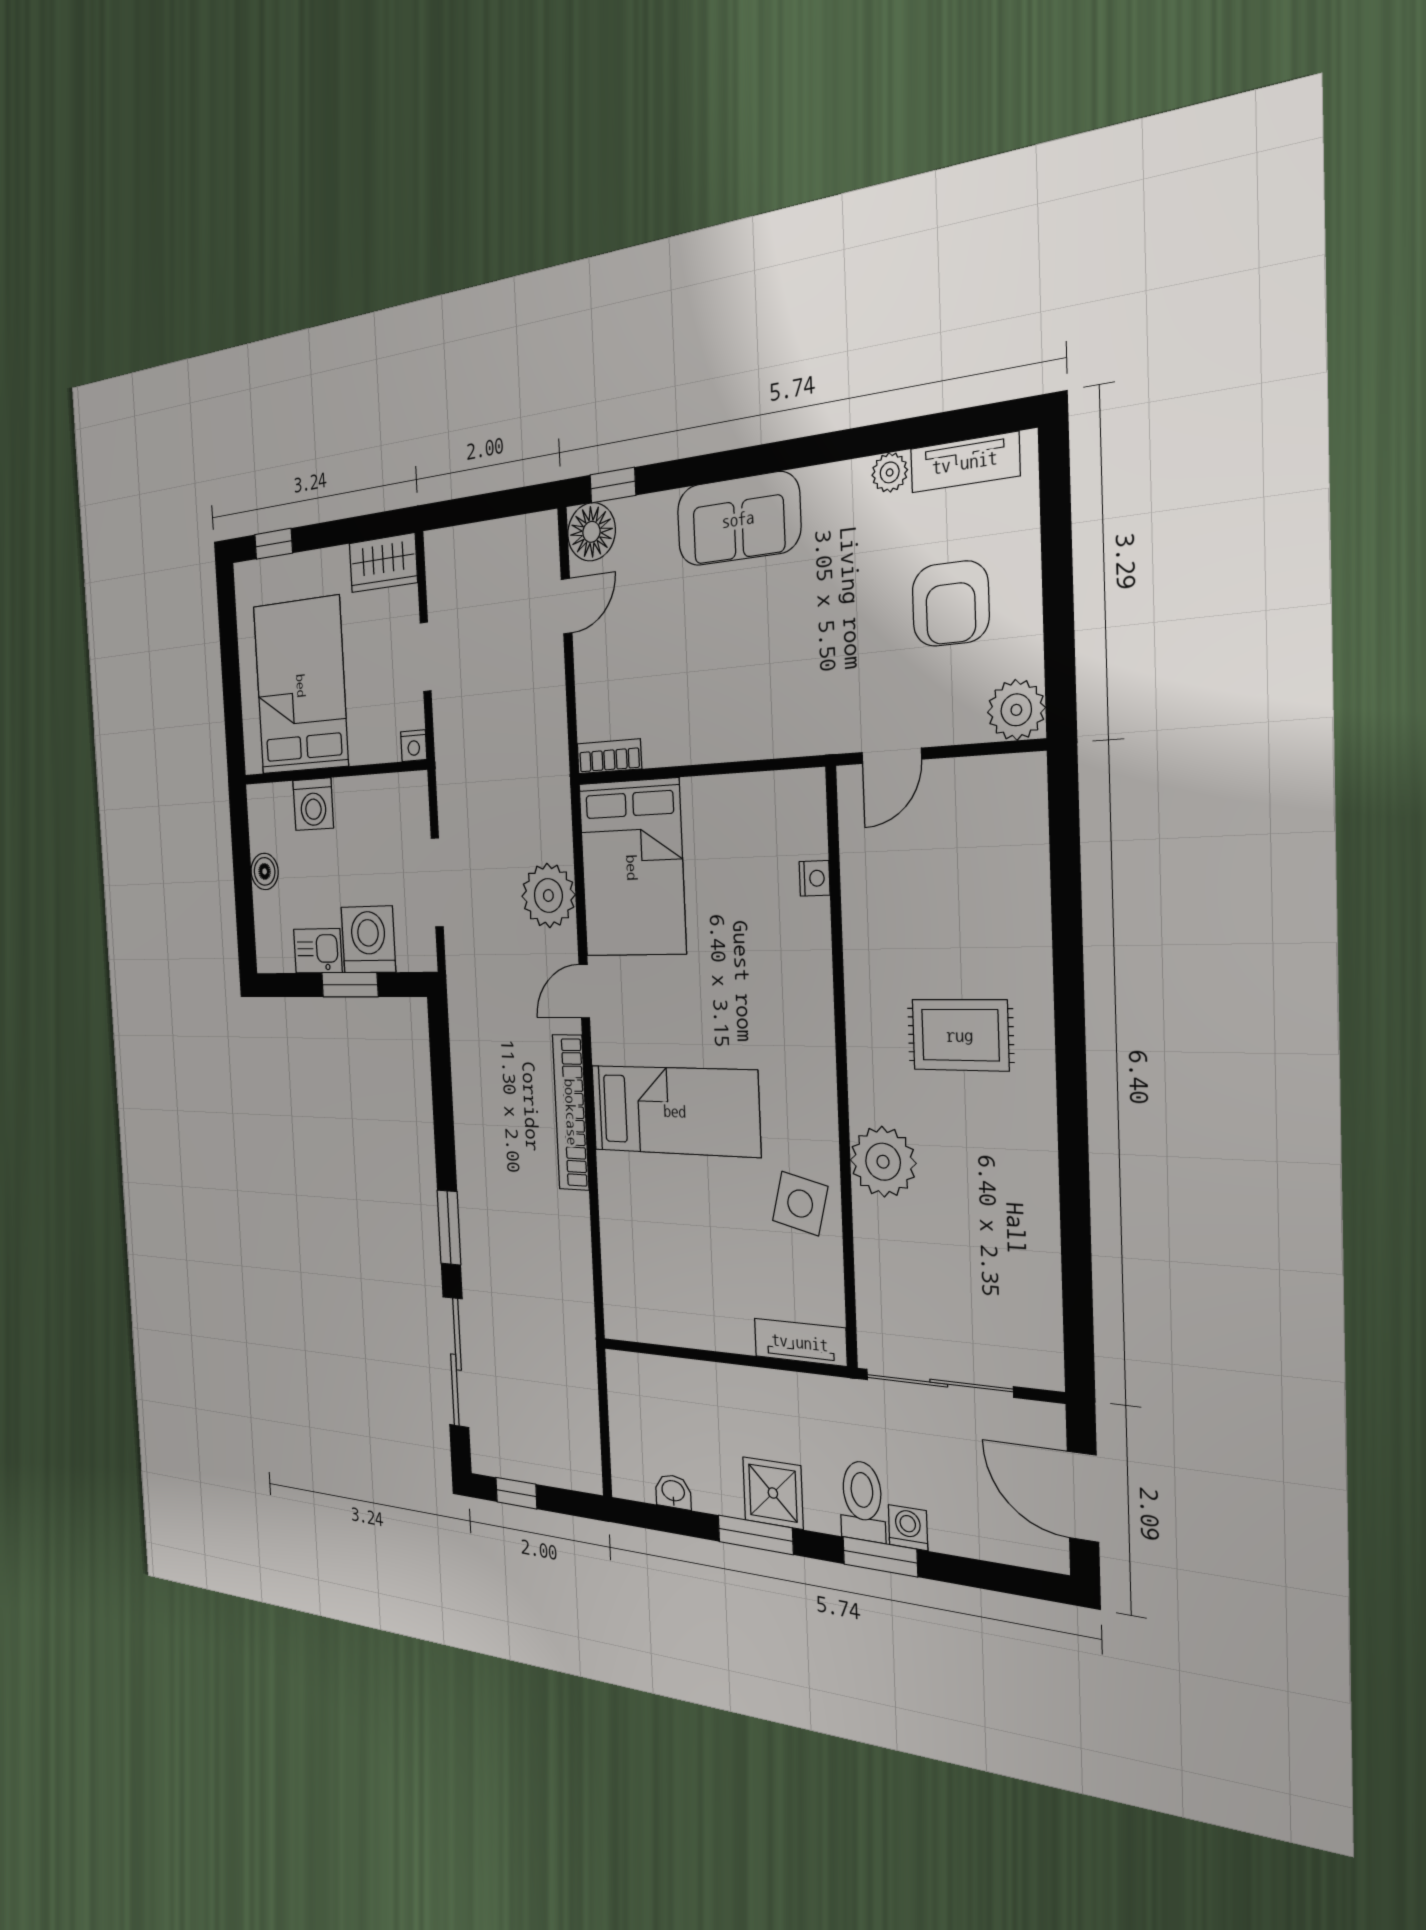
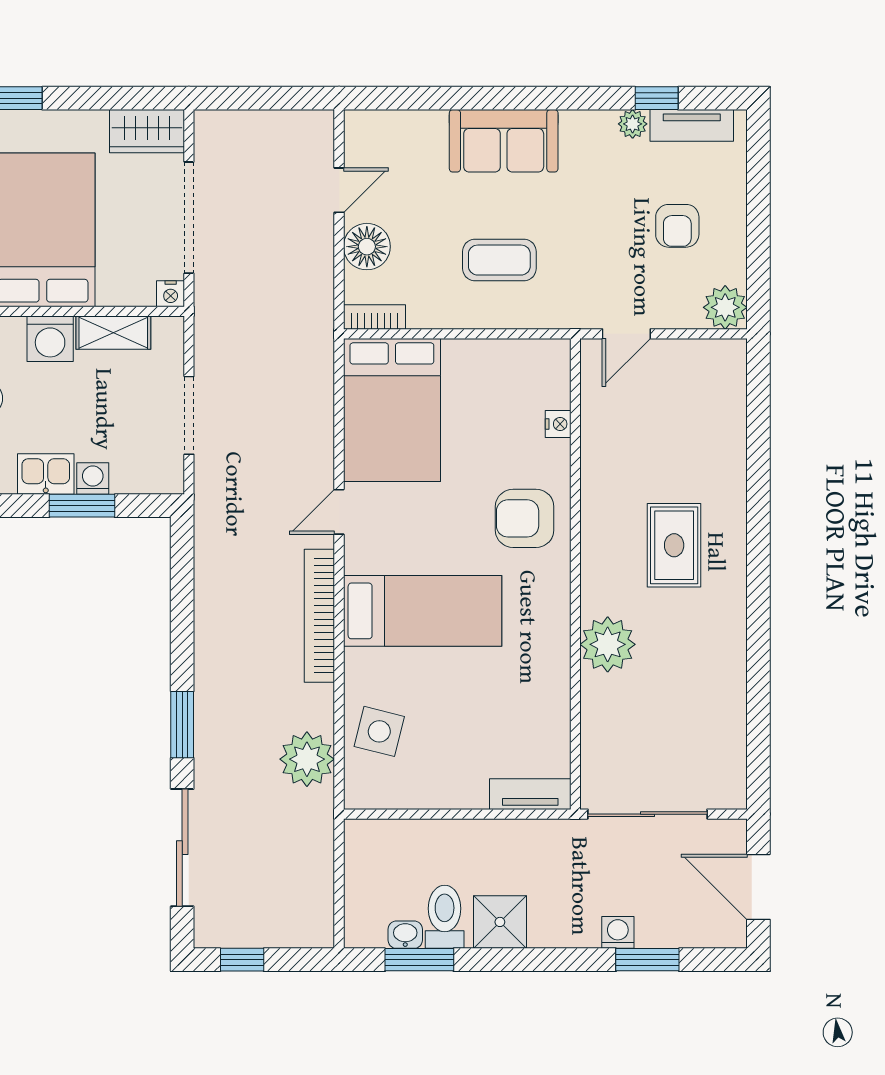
window: (613, 485) -> (657, 98), moved
floor lamp: (591, 532) -> (367, 247), moved
armchair: (951, 604) -> (677, 226), width x0.72, depth x0.72
doorway: (426, 657) -> (189, 218), width x1.87
coffee table: (740, 673) -> (499, 260), added
shelving: (366, 794) -> (113, 333), added
plant: (548, 895) -> (307, 759), moved
washing machine: (368, 939) -> (93, 479), width x0.53, depth x0.53
armchair: (781, 999) -> (525, 518), added
rug: (960, 1035) -> (674, 545), turned 90
side table: (800, 1204) -> (379, 731), moved
toilet: (862, 1501) -> (445, 917), moved
window: (755, 1535) -> (419, 960), moved
window: (880, 1557) -> (647, 960), moved

